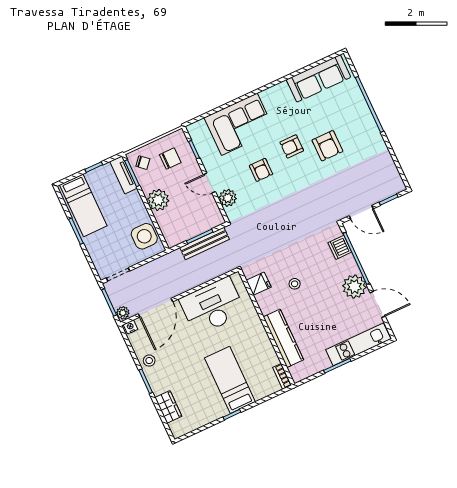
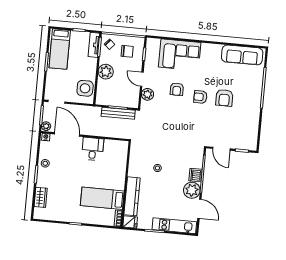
armchair: (292, 146) -> (200, 97), moved
dishwasher: (340, 247) -> (195, 175), moved
fridge: (259, 284) -> (130, 222), moved
desk: (212, 306) -> (93, 149), width x0.53, depth x0.77
door: (155, 308) -> (67, 134), swing flipped
bed: (230, 380) -> (102, 198), moved, turned -90

